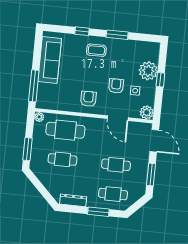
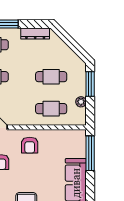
plant: (39, 117) -> (81, 102), moved
cafe table: (65, 130) -> (51, 109), width x0.73, depth x0.74

